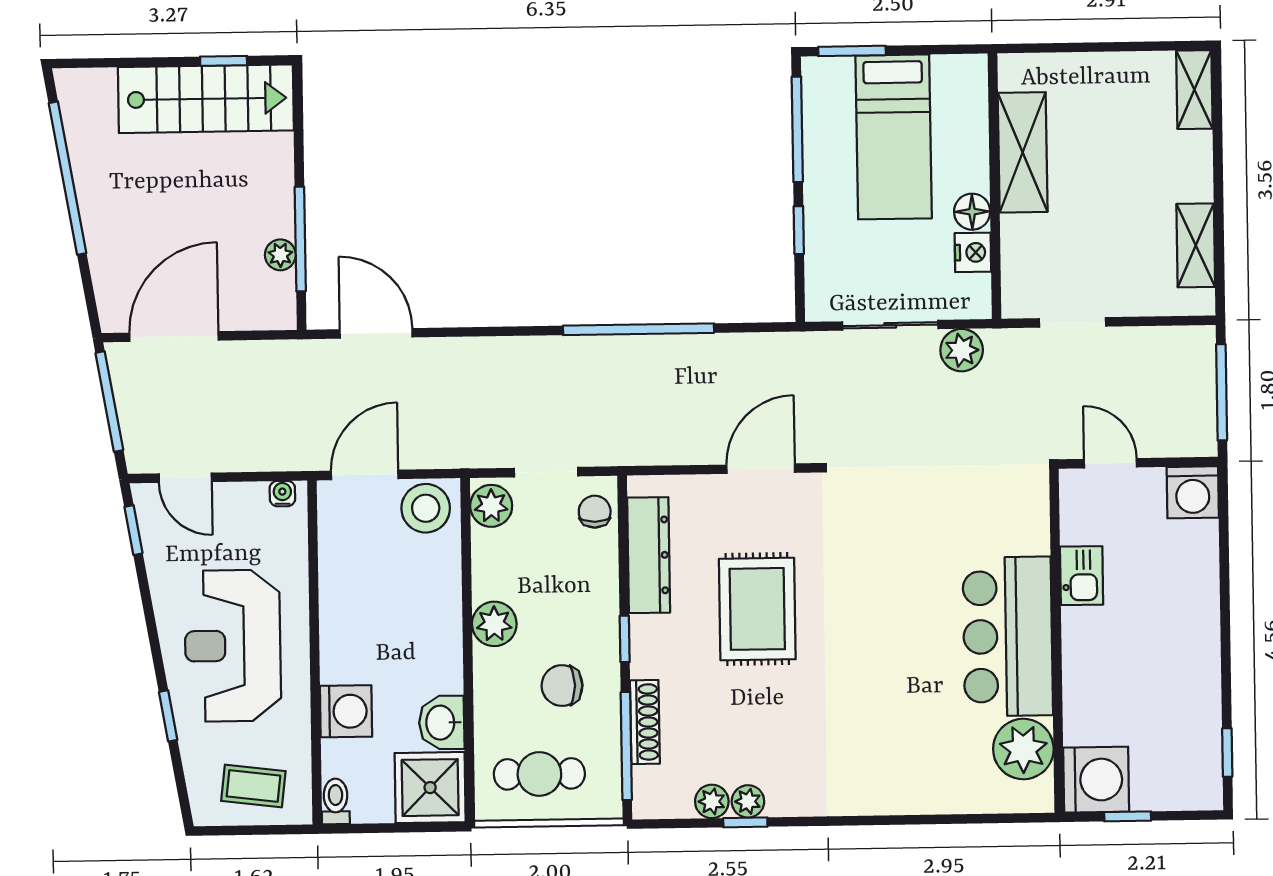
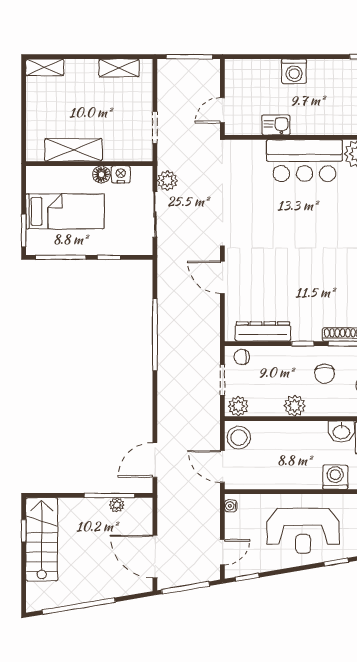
washing machine: (1193, 492) -> (294, 71), moved, turned 90
rug: (757, 609) -> (289, 280), removed

